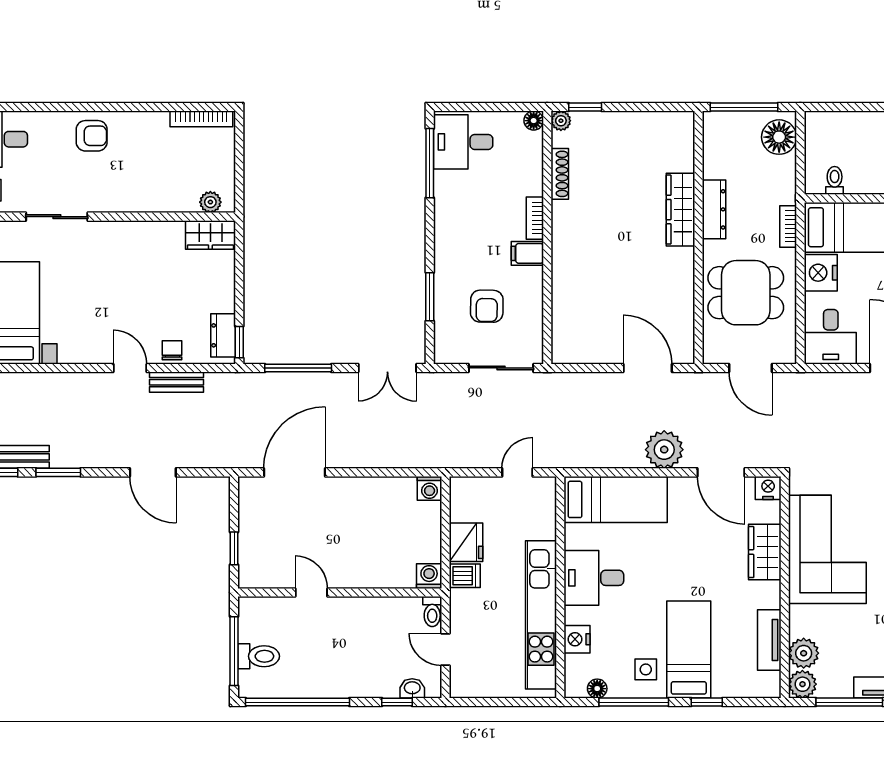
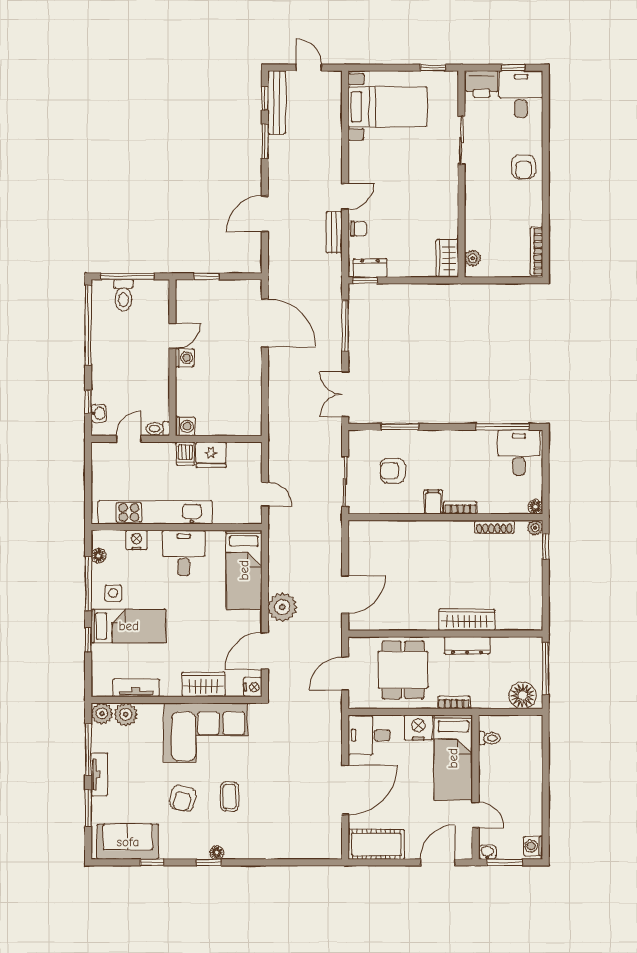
washing machine: (430, 488) -> (185, 358), moved, turned 180

